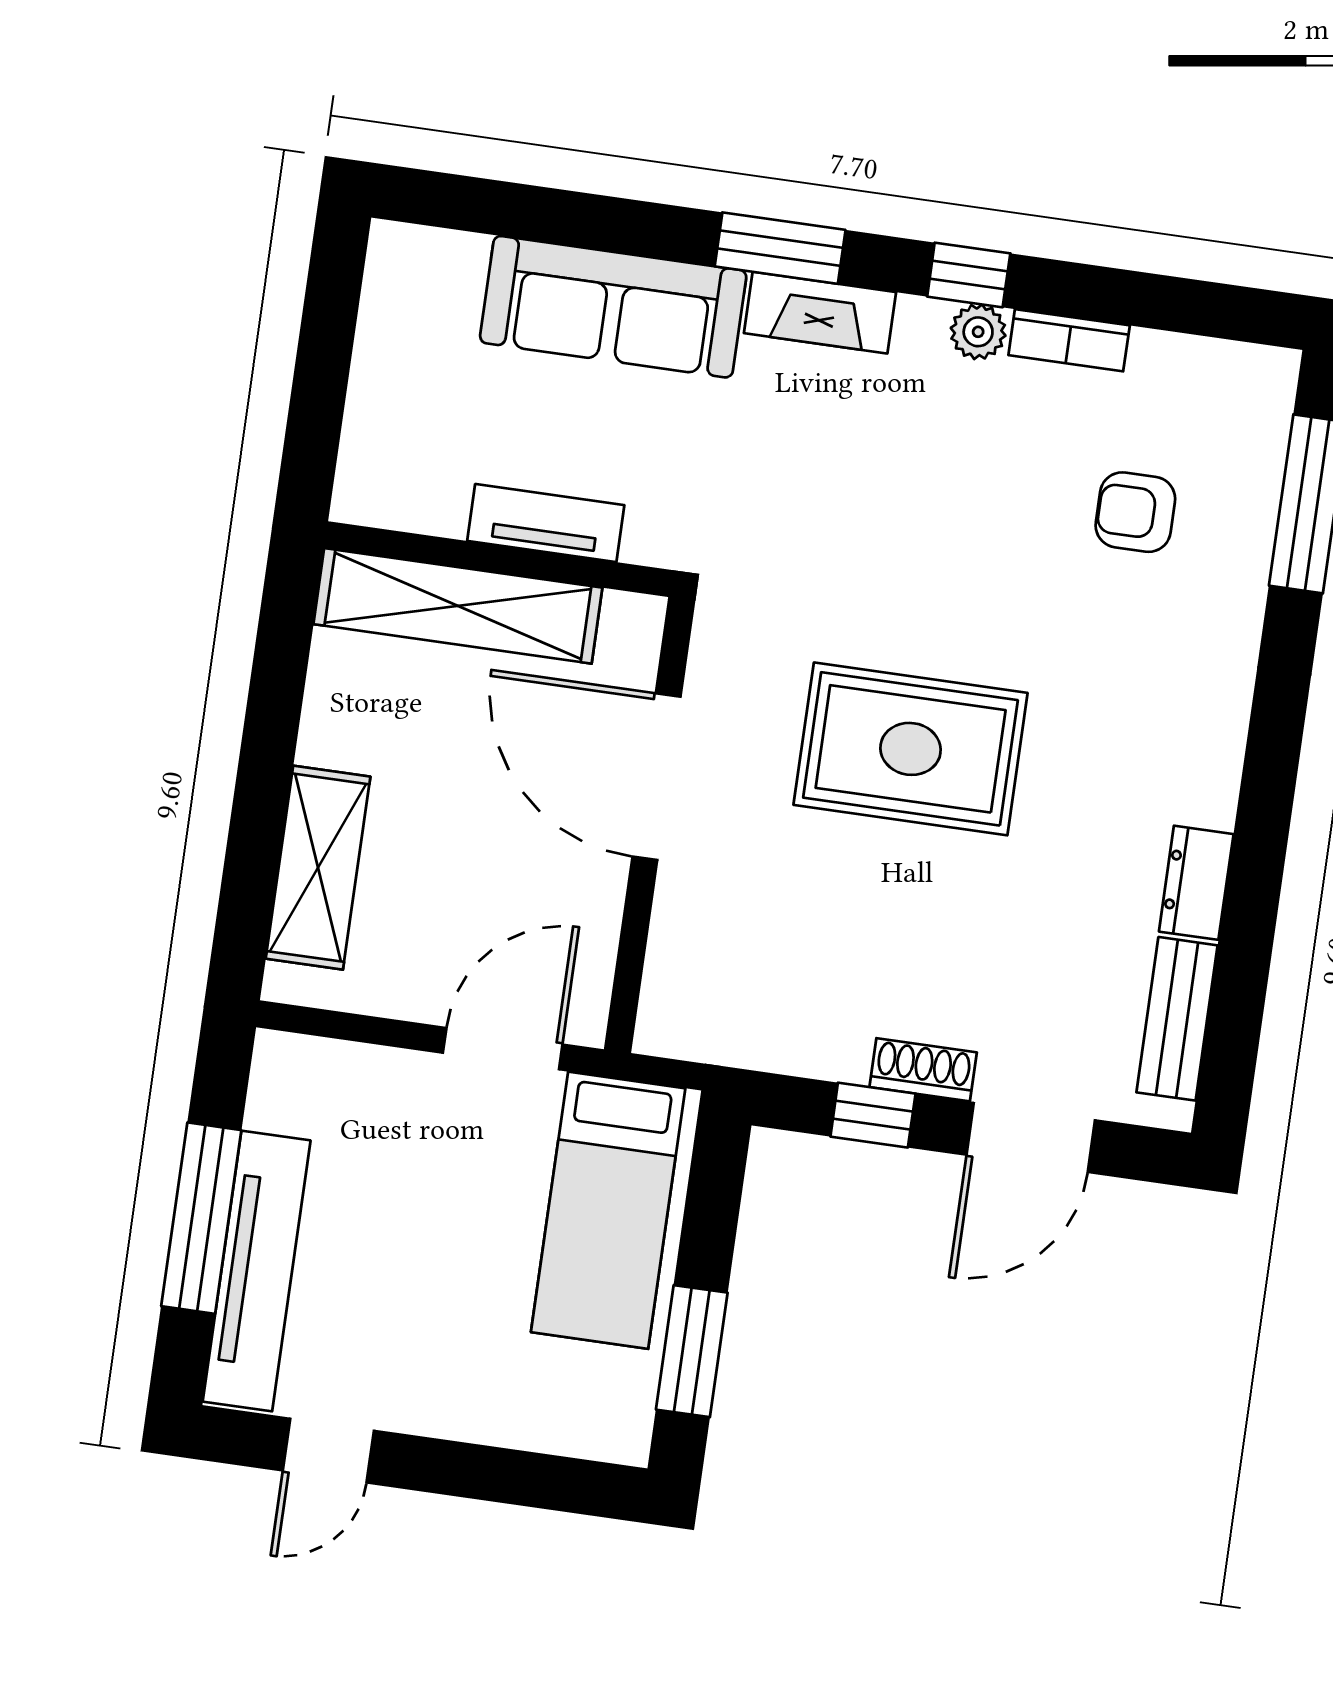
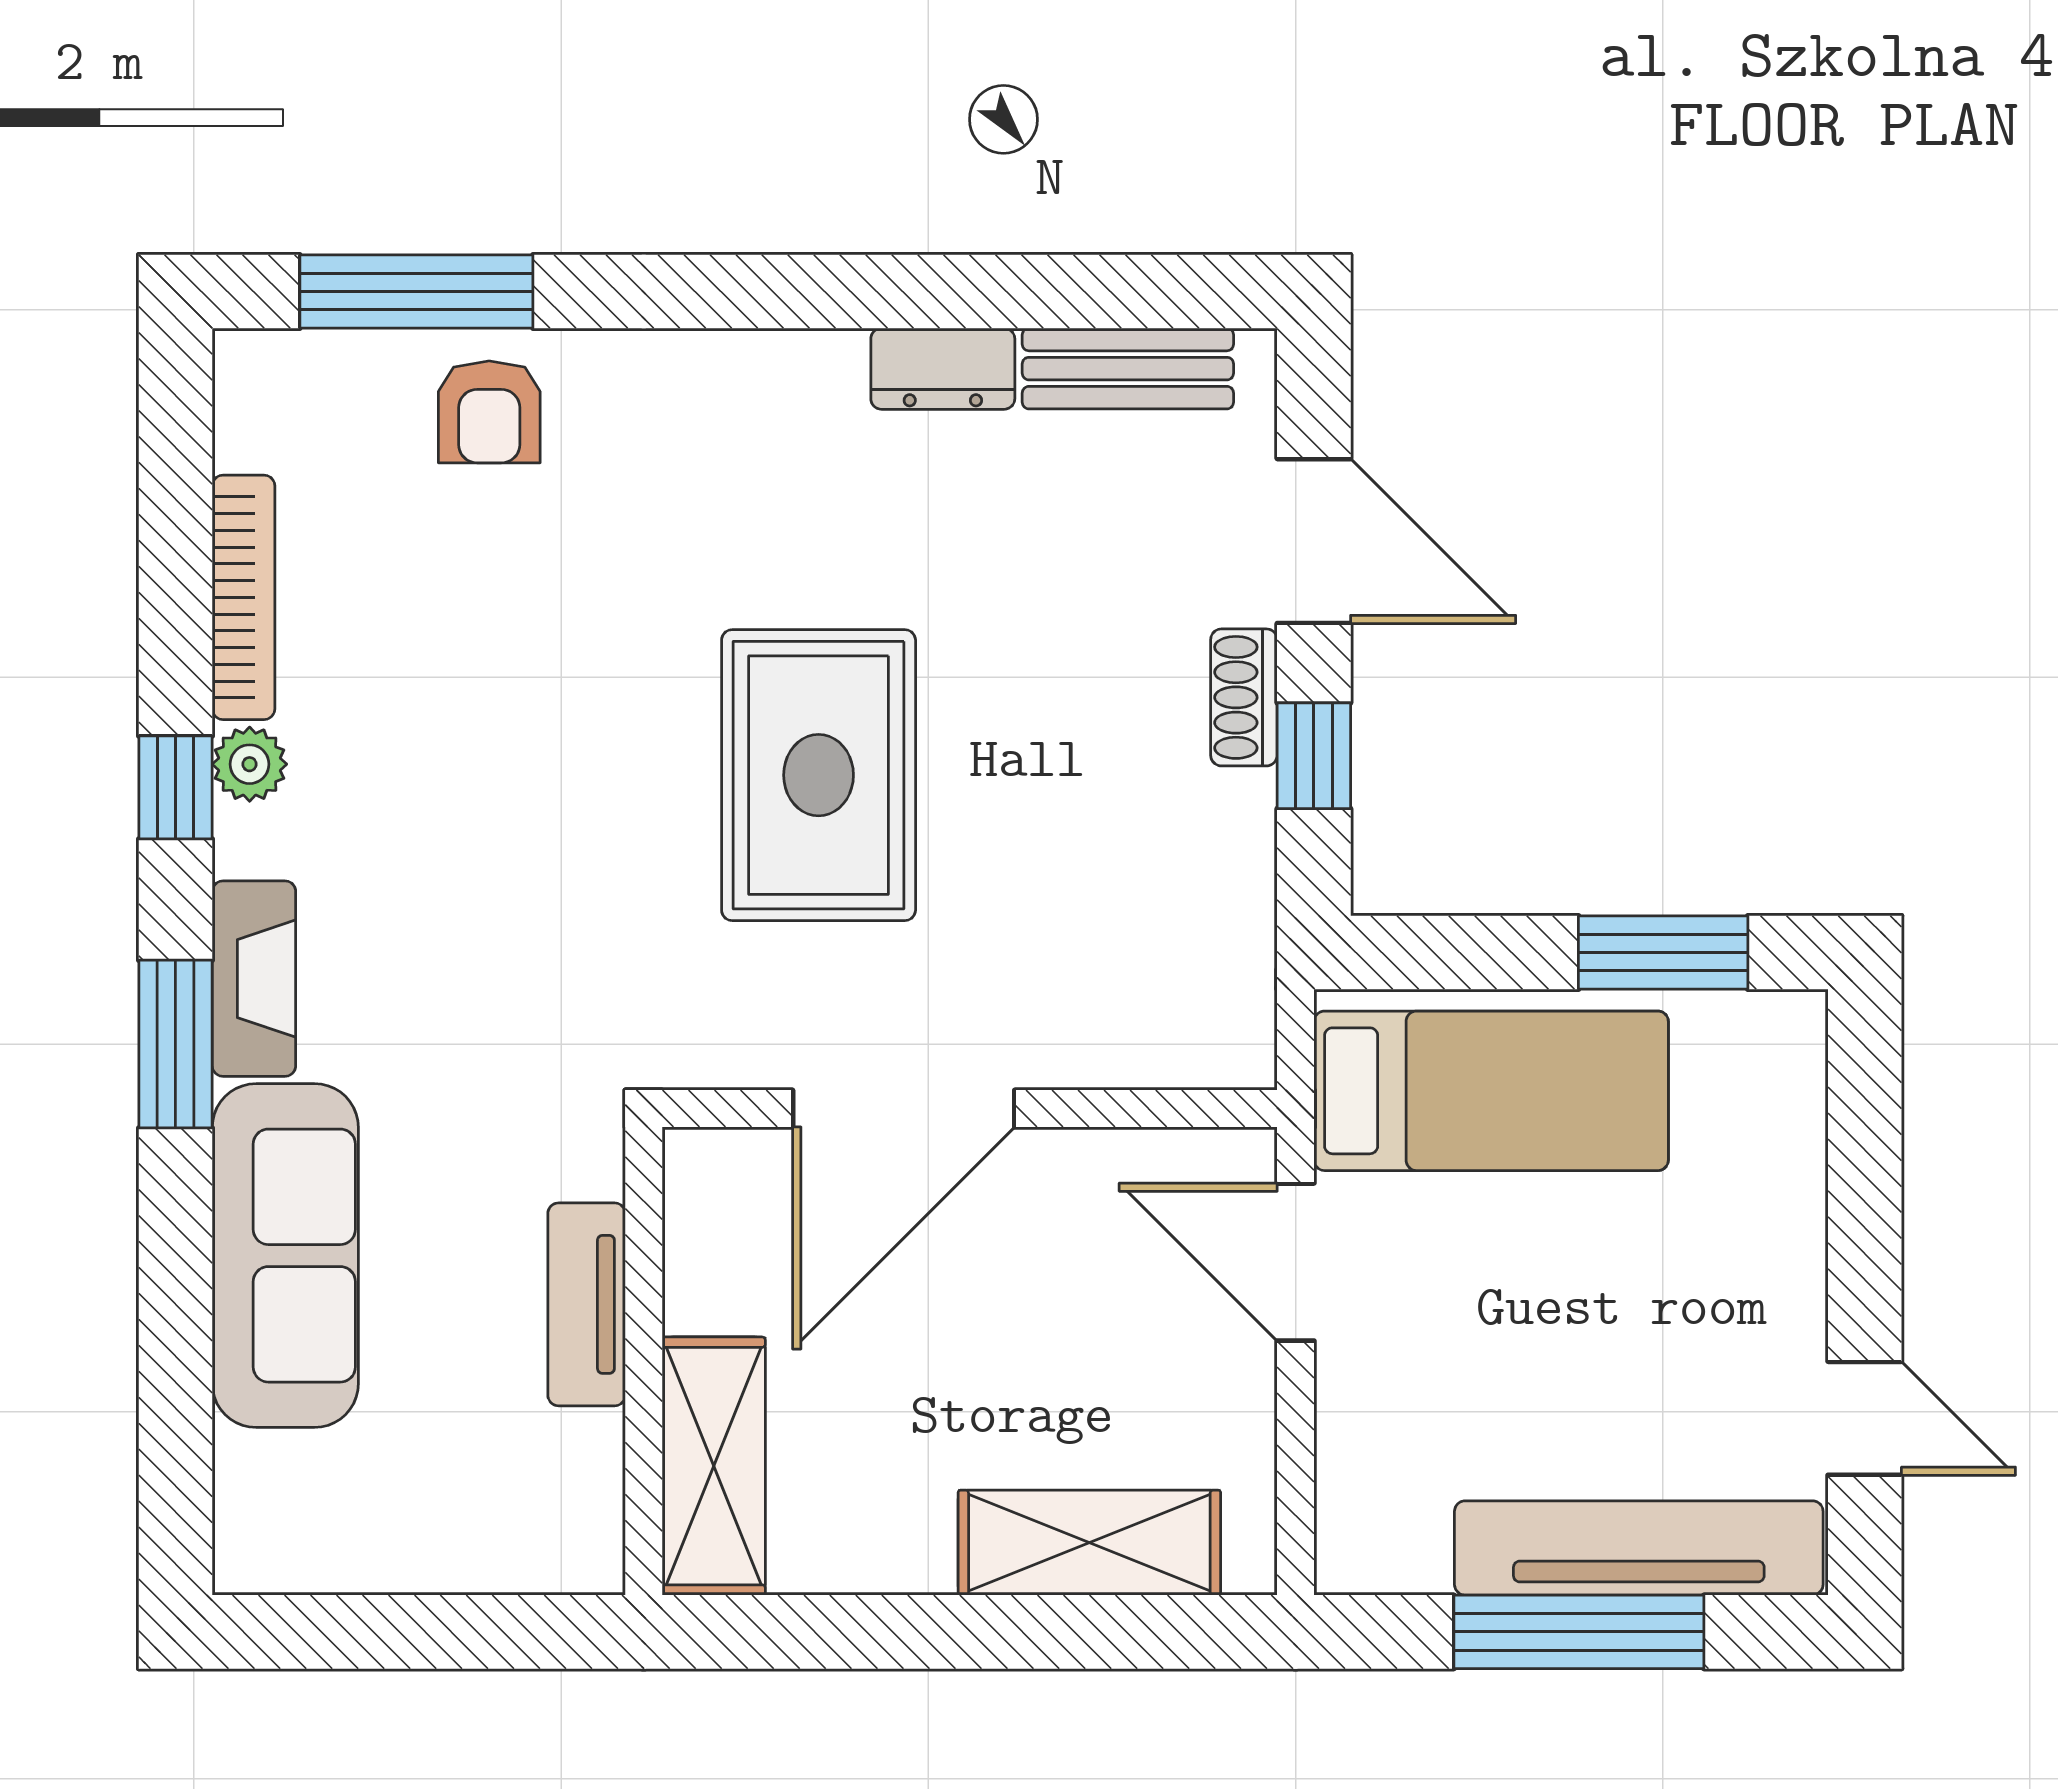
bookcase: (1069, 340) -> (243, 597), width x1.56
armchair: (1135, 512) -> (489, 412), moved
shelving: (458, 606) -> (714, 1466), width x0.68

